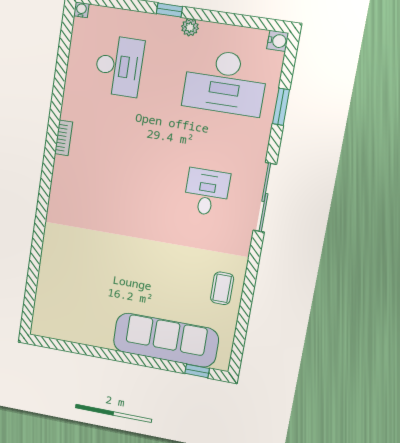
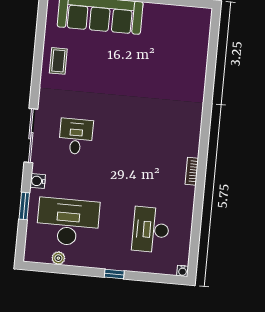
plant: (190, 27) -> (58, 258), moved
water cooler: (278, 41) -> (38, 181), moved
desk: (207, 192) -> (76, 136), turned 180

